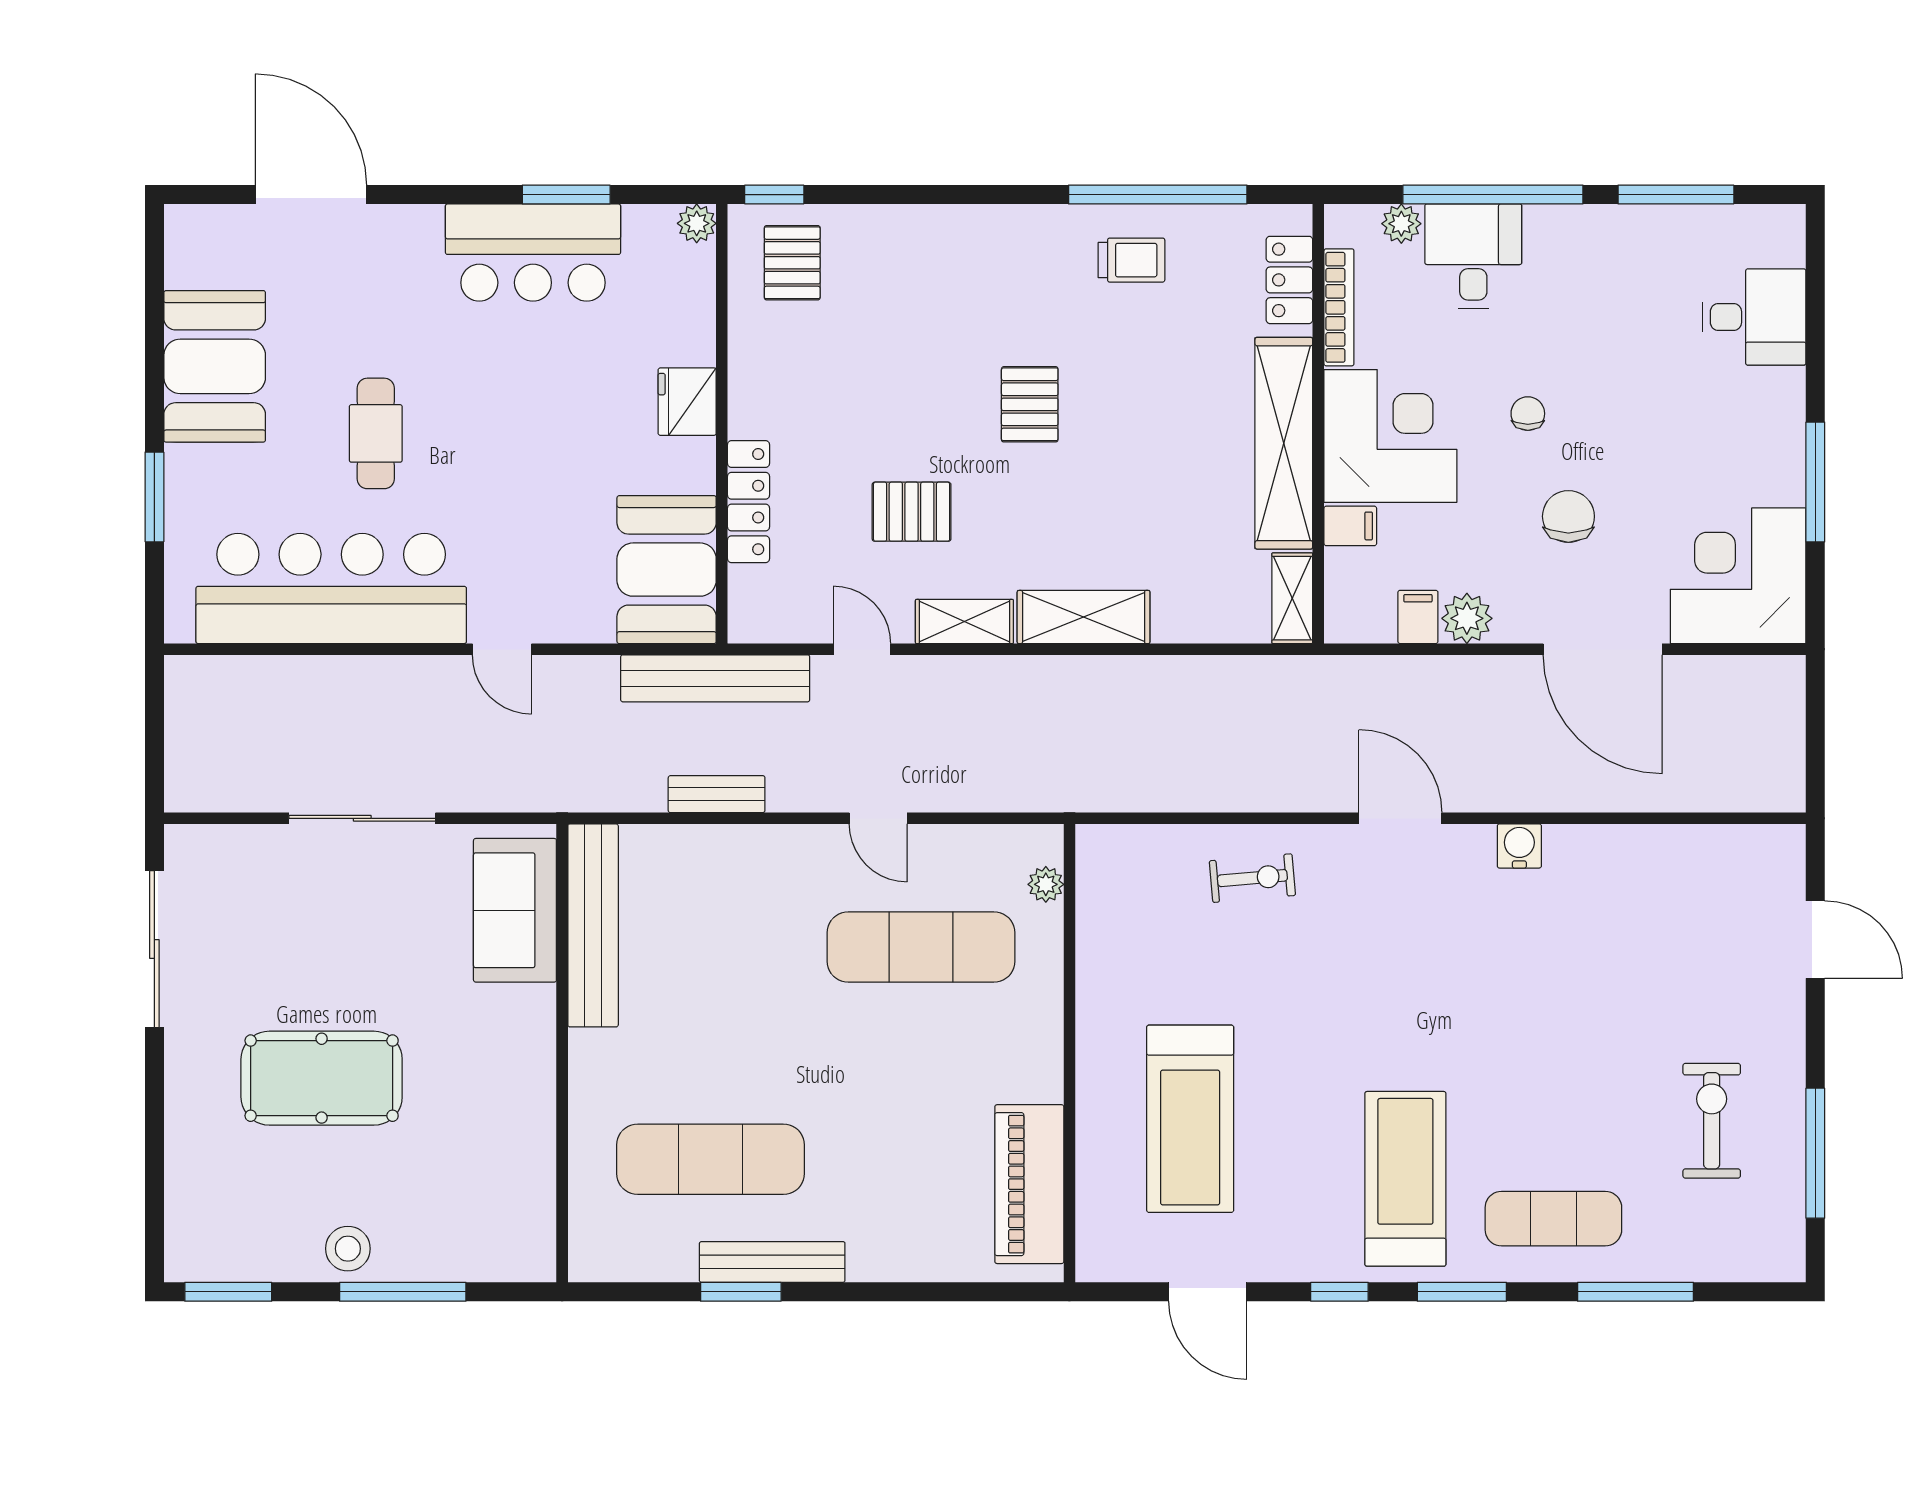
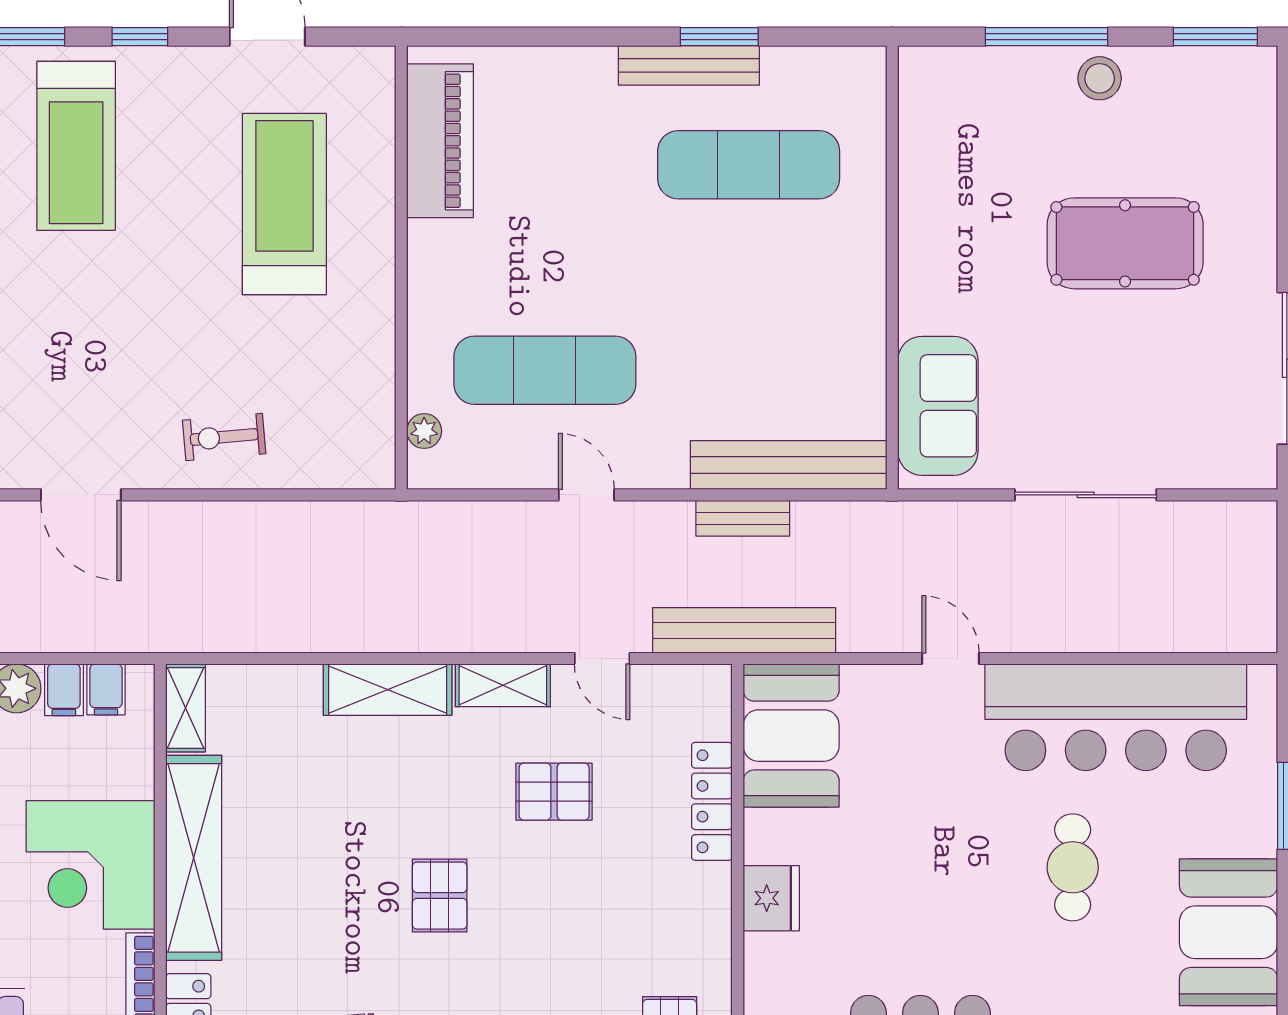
filing cabinet: (1350, 526) -> (106, 689), moved, turned -90
bench: (593, 925) -> (789, 465), moved, turned 90

